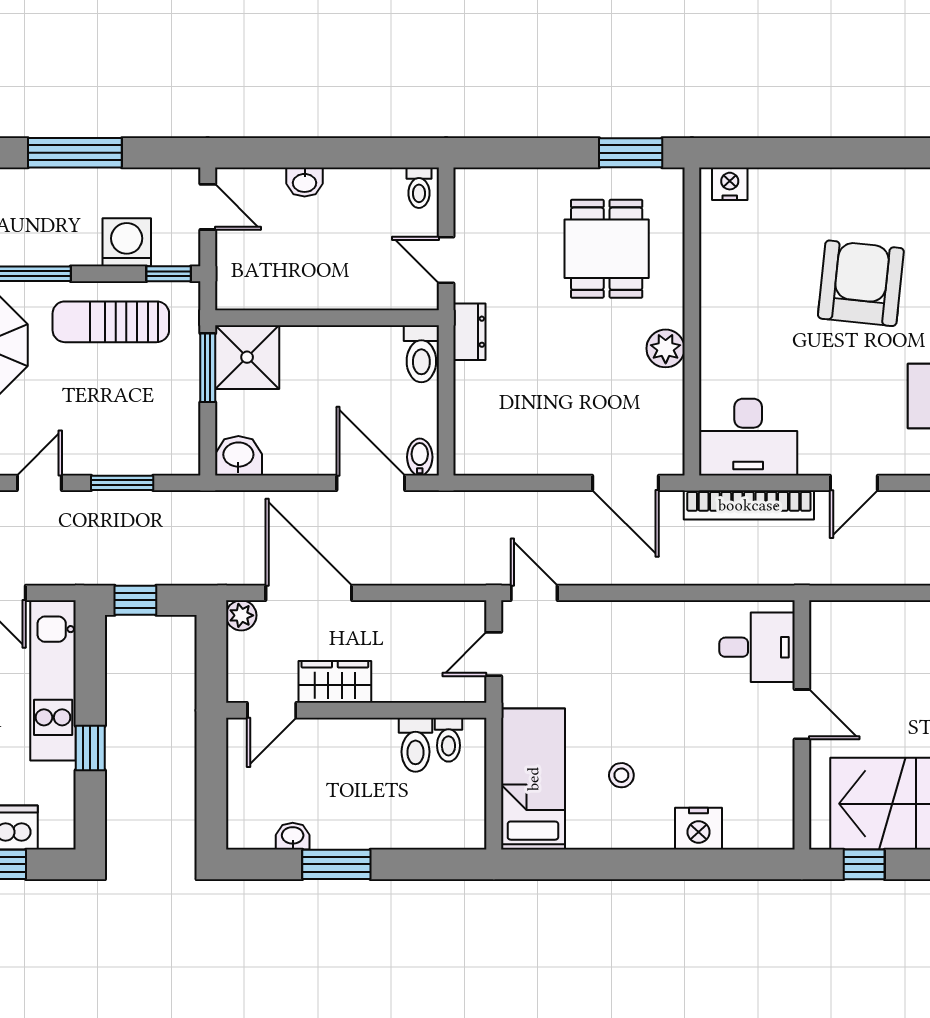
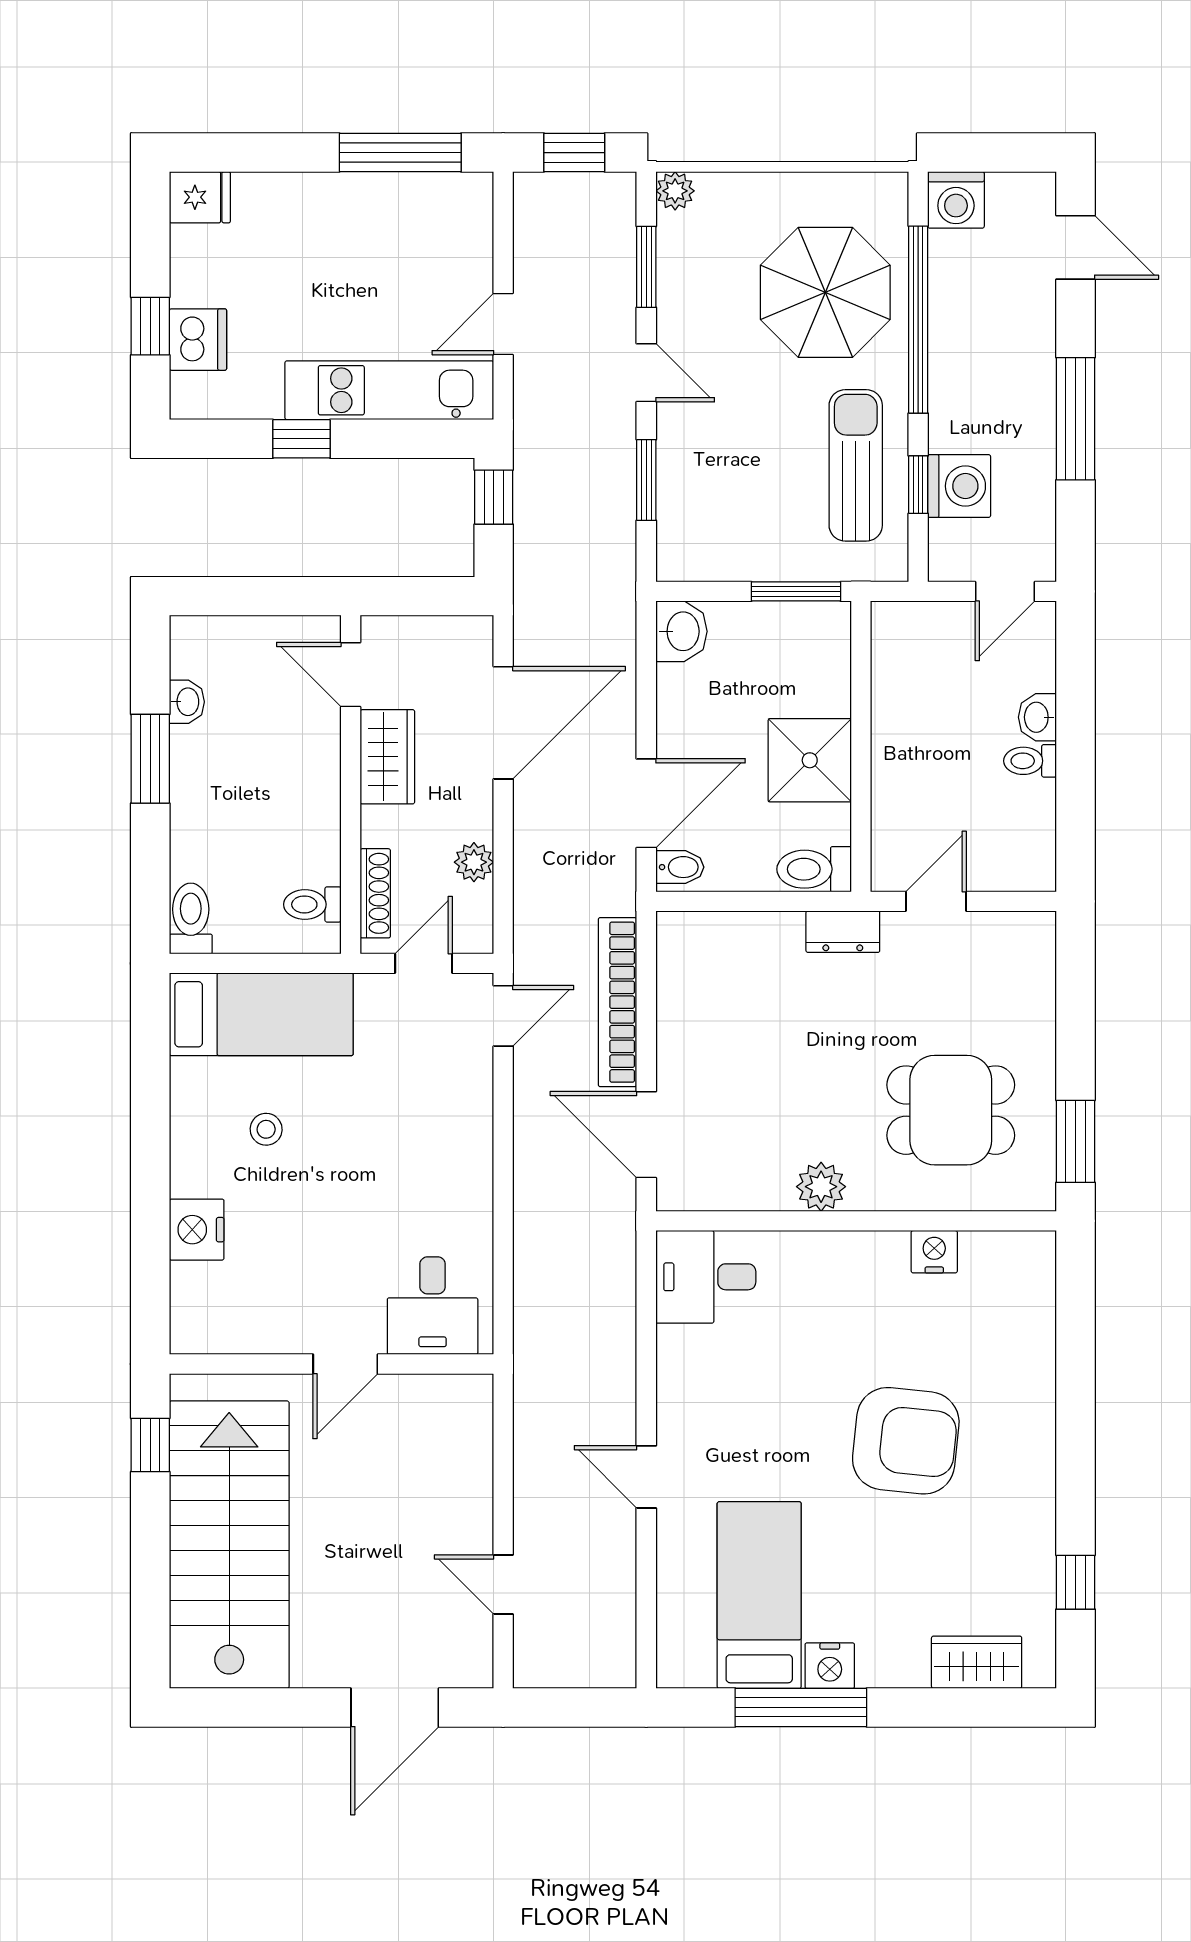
nightstand: (730, 184) -> (934, 1252), moved, turned -90
toilet: (419, 188) -> (1030, 761), moved
window: (169, 274) -> (918, 485), moved
shower: (247, 357) -> (810, 760), moved
desk: (748, 437) -> (706, 1277), width x0.73
door: (626, 483) -> (646, 1135), hinge flipped
door: (854, 483) -> (646, 1477), moved
bookcase: (749, 505) -> (618, 1002), moved
plant: (241, 615) -> (474, 862), moved
door: (494, 654) -> (424, 963), hinge flipped
shoe rack: (440, 691) -> (375, 893), added
toilet: (416, 745) -> (191, 919), moved, turned 90

